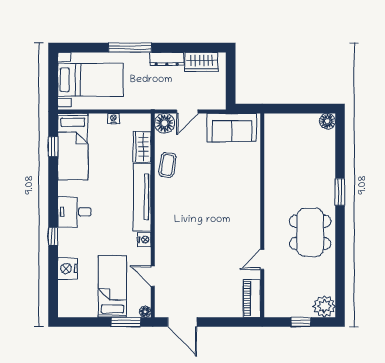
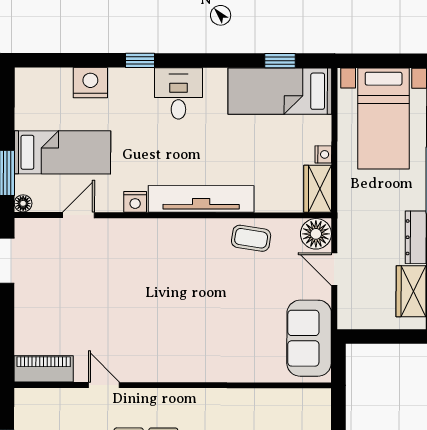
wardrobe: (142, 147) -> (318, 189), moved, turned -90

